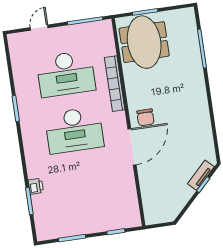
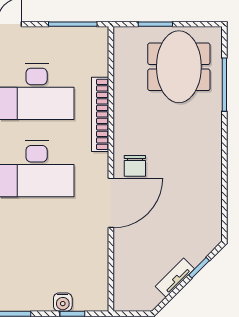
meeting table: (144, 42) -> (179, 67), moved
tv unit: (201, 175) -> (175, 278), moved
water cooler: (108, 224) -> (63, 302), added

